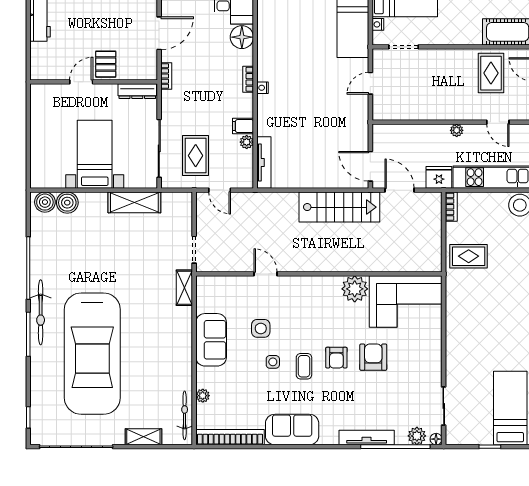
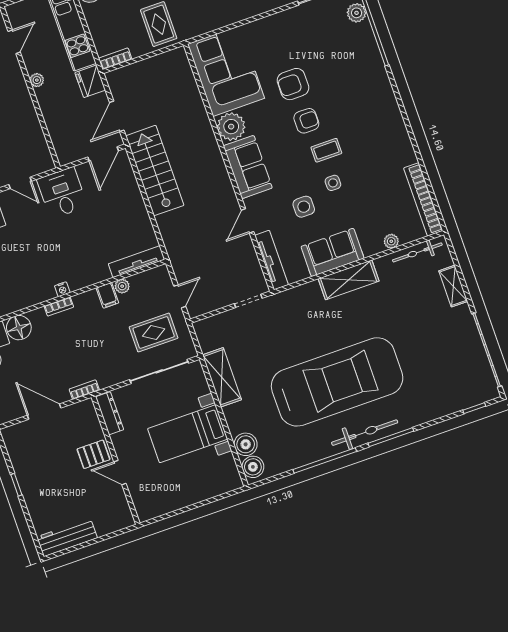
desk: (348, 118) -> (62, 193), added
shelving: (184, 288) -> (349, 280), moved, width x1.50, depth x1.33
car: (92, 354) -> (337, 382), moved
sofa: (292, 430) -> (248, 167), moved, turned 180
tv unit: (367, 438) -> (271, 260), moved, turned 180

